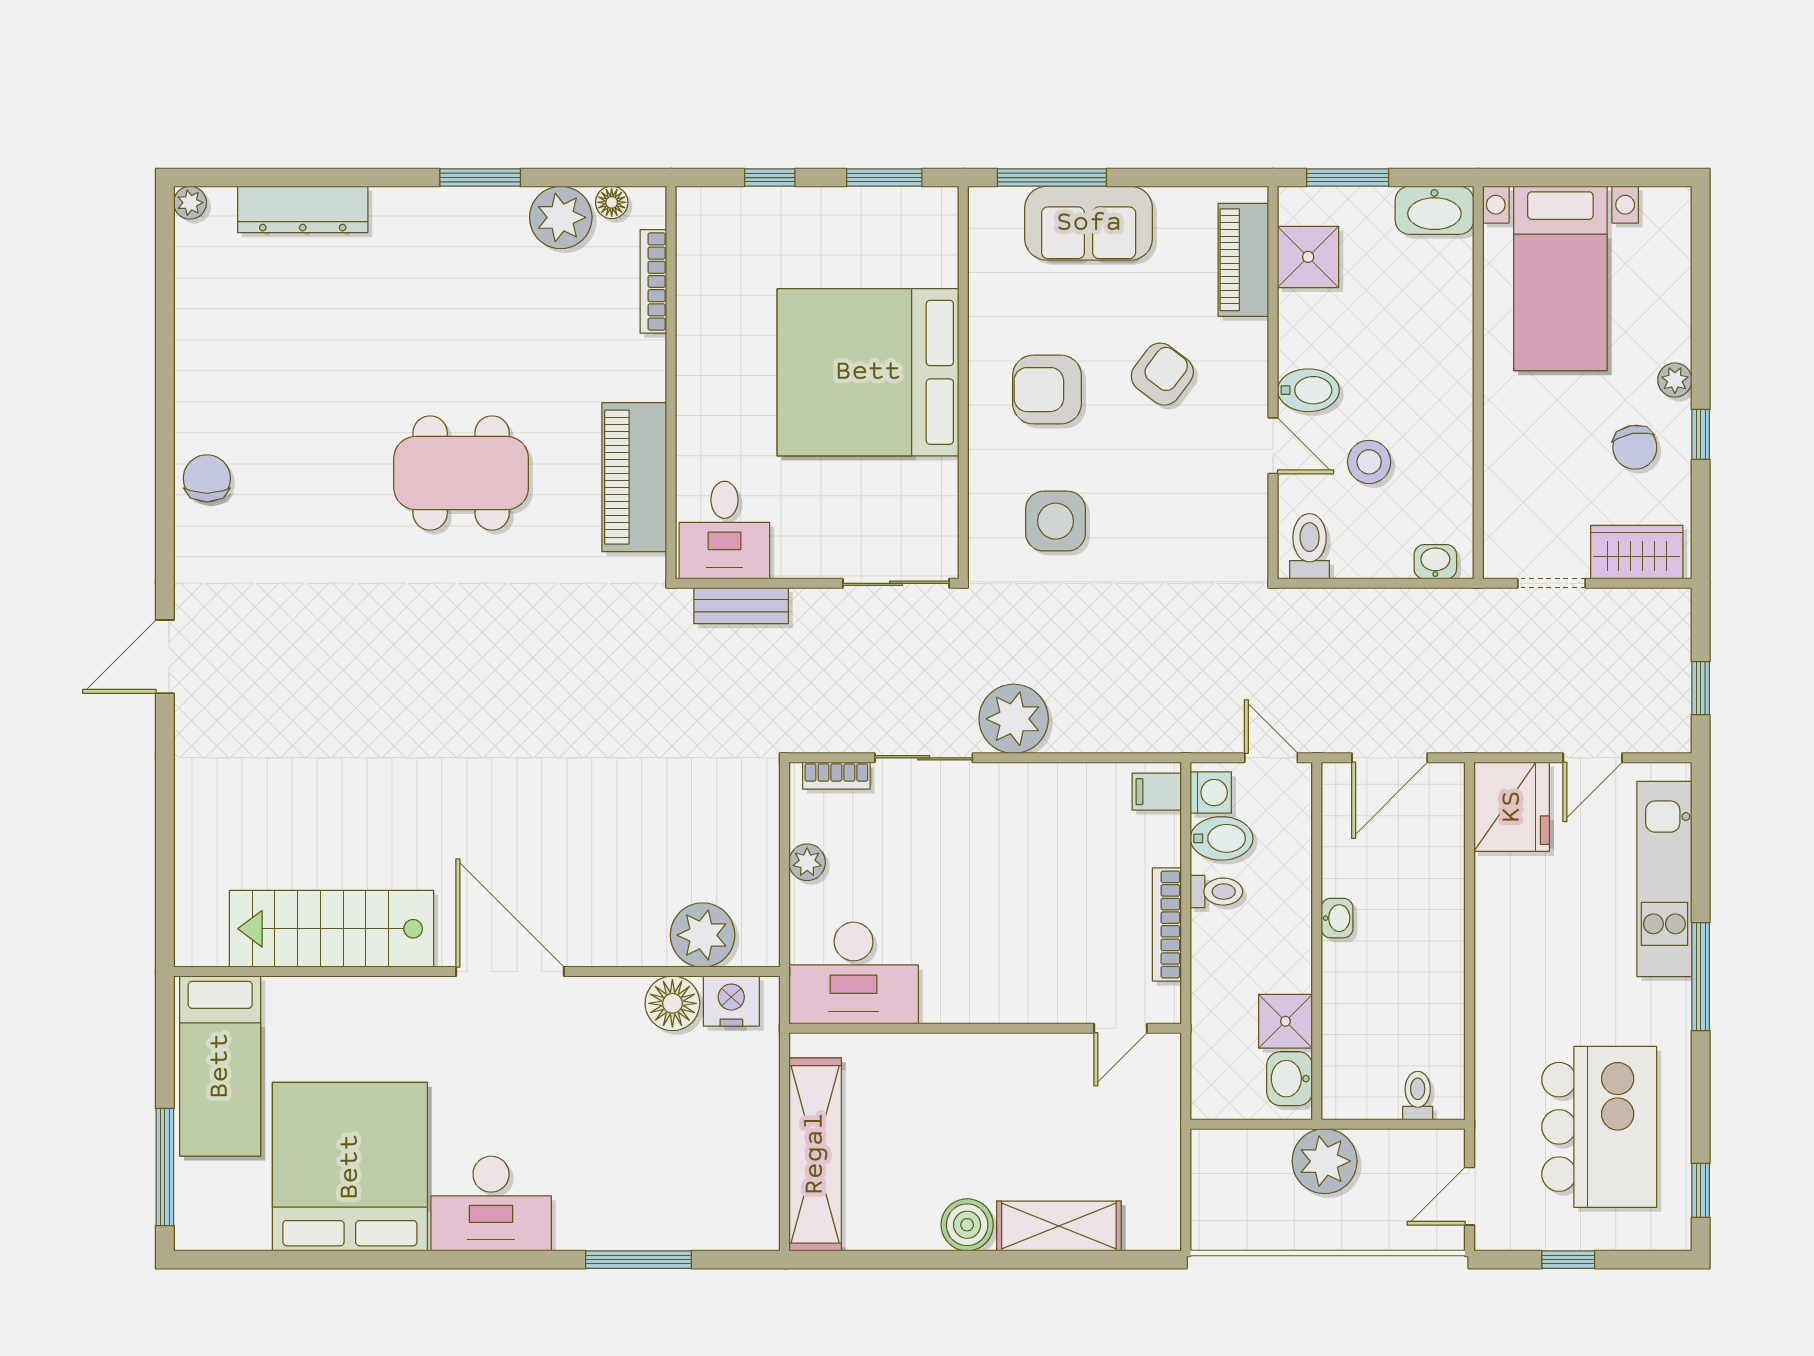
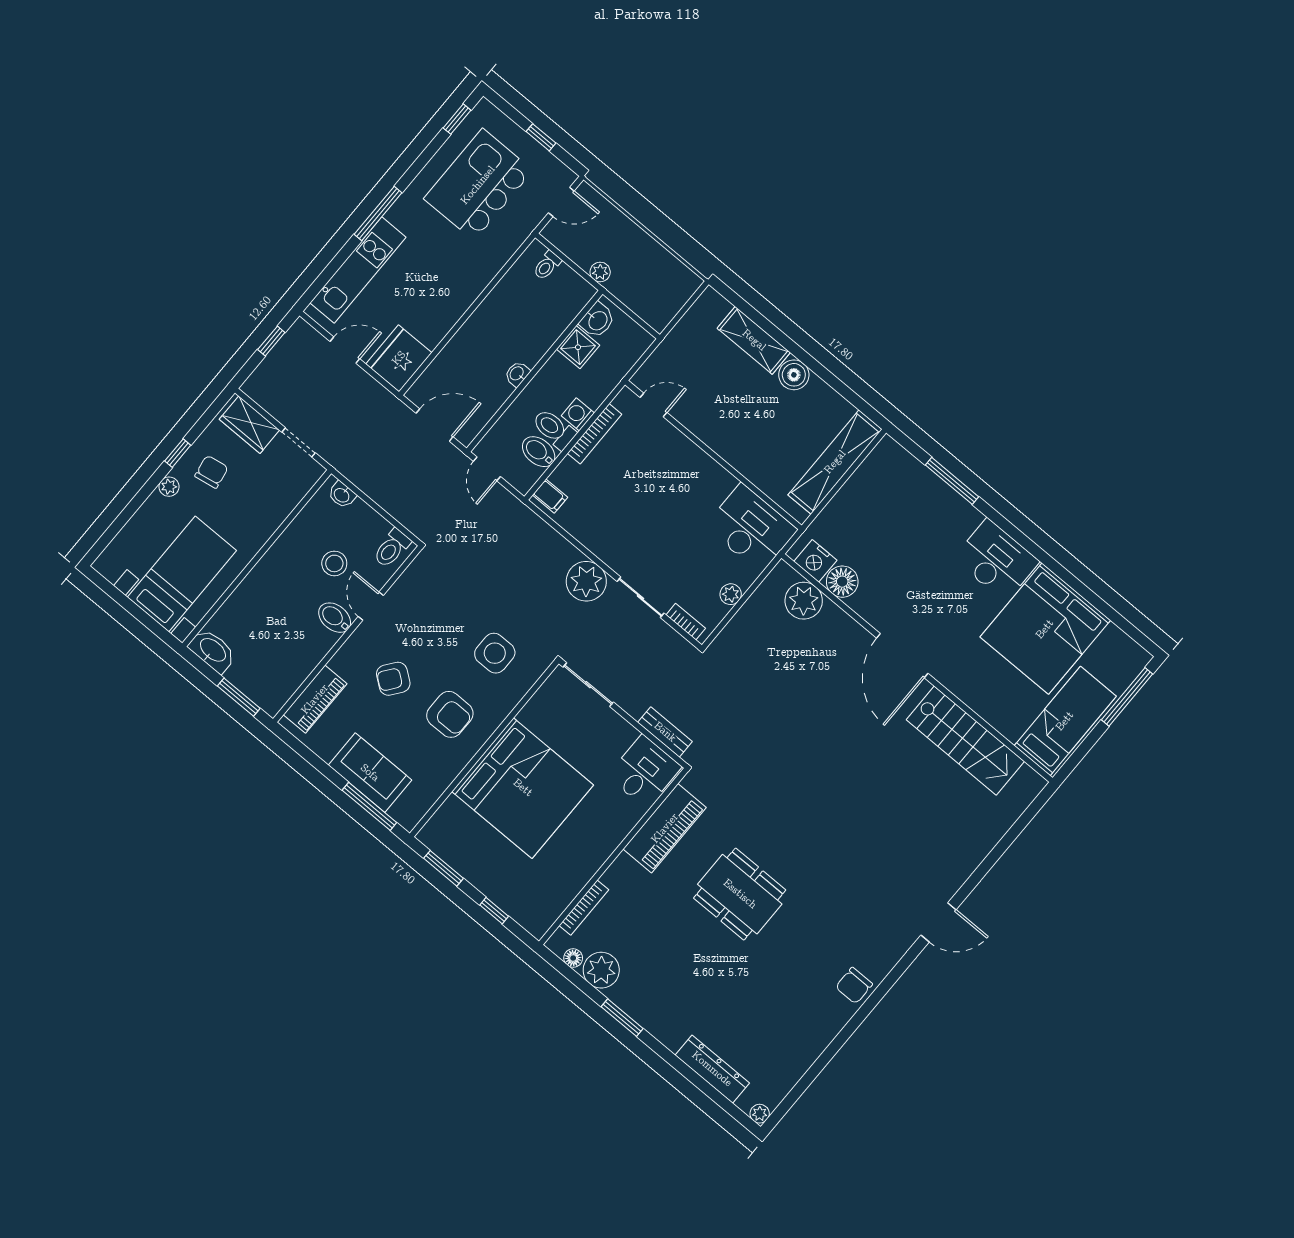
shower: (1308, 257) -> (286, 677), removed
washing machine: (1211, 793) -> (578, 414), moved
toilet: (1216, 892) -> (554, 429), width x1.37, depth x1.39
plant: (1325, 1161) -> (600, 272), width x0.53, depth x0.53

